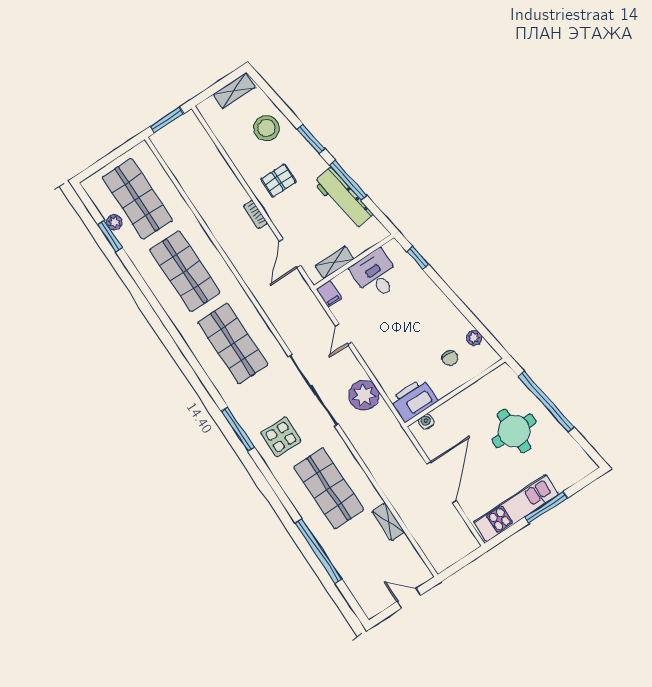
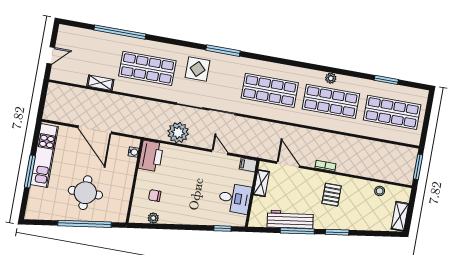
stool: (266, 128) -> (380, 191), moved, width x0.53, depth x0.53
plant: (114, 222) -> (331, 78), moved

